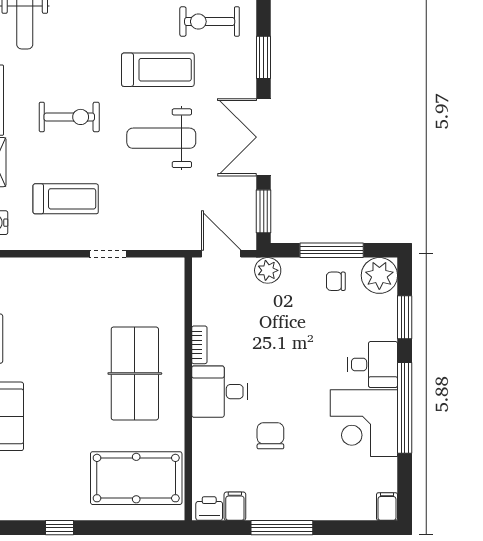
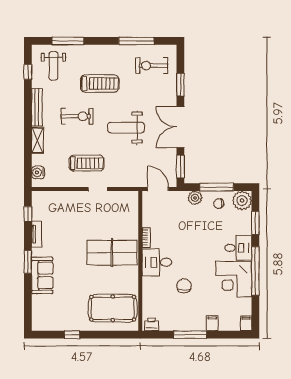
treadmill: (158, 70) -> (100, 84), moved
treadmill: (66, 199) -> (86, 163), moved
plant: (268, 270) -> (195, 198), moved
table tennis table: (135, 373) -> (112, 253), turned 90
filing cabinet: (235, 506) -> (212, 323), moved

